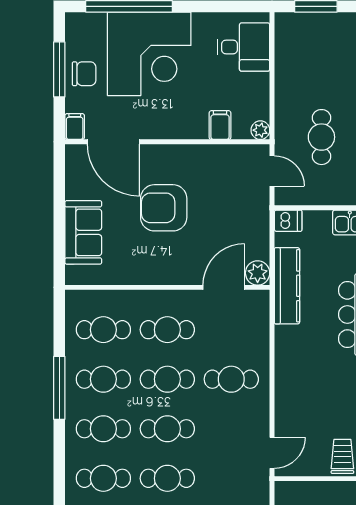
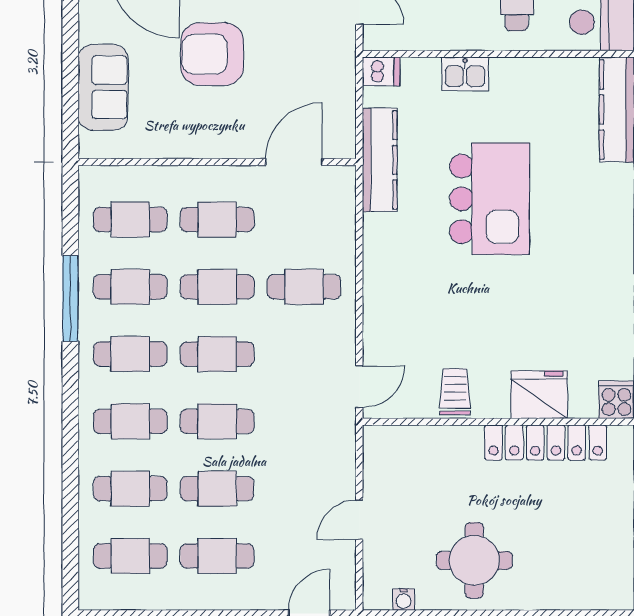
plant: (258, 273) -> (340, 142), removed

